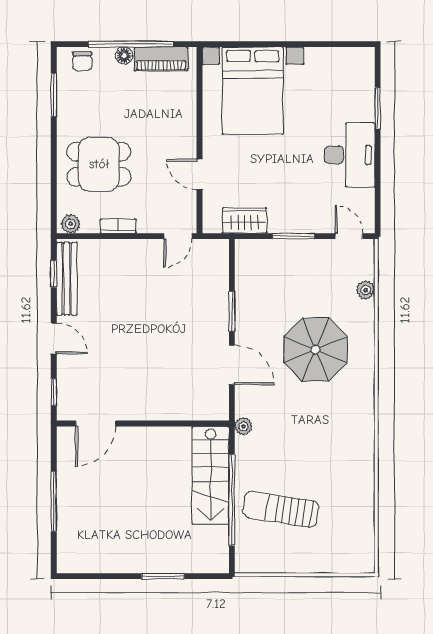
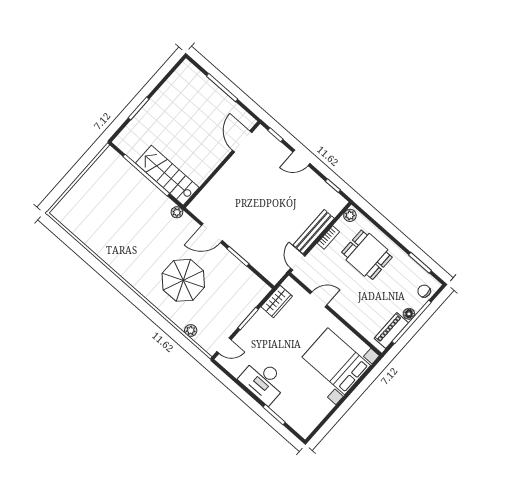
dining table: (99, 164) -> (367, 255), turned 90
bench: (67, 279) -> (314, 232), moved, turned 90
sun lounger: (281, 509) -> (121, 195), removed

